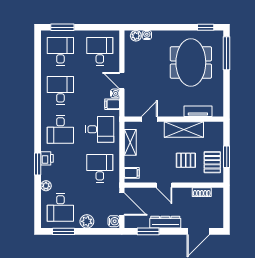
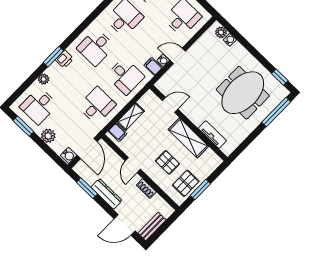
door: (122, 81) -> (178, 56), hinge flipped
shelving: (130, 142) -> (131, 117), moved
shoe rack: (202, 192) -> (146, 189), moved
bench: (218, 214) -> (152, 226), added

